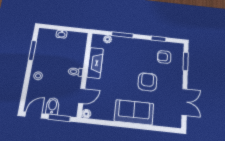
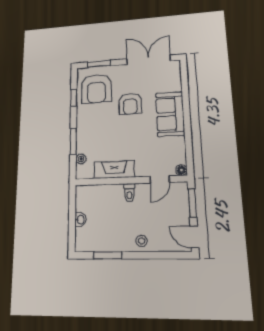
armchair: (164, 57) -> (96, 88), width x1.88, depth x1.88
armchair: (147, 82) -> (130, 104), turned -90
door: (82, 96) -> (160, 179), swing flipped
double door: (185, 102) -> (148, 60), width x1.37
bidet: (52, 106) -> (179, 214), removed

